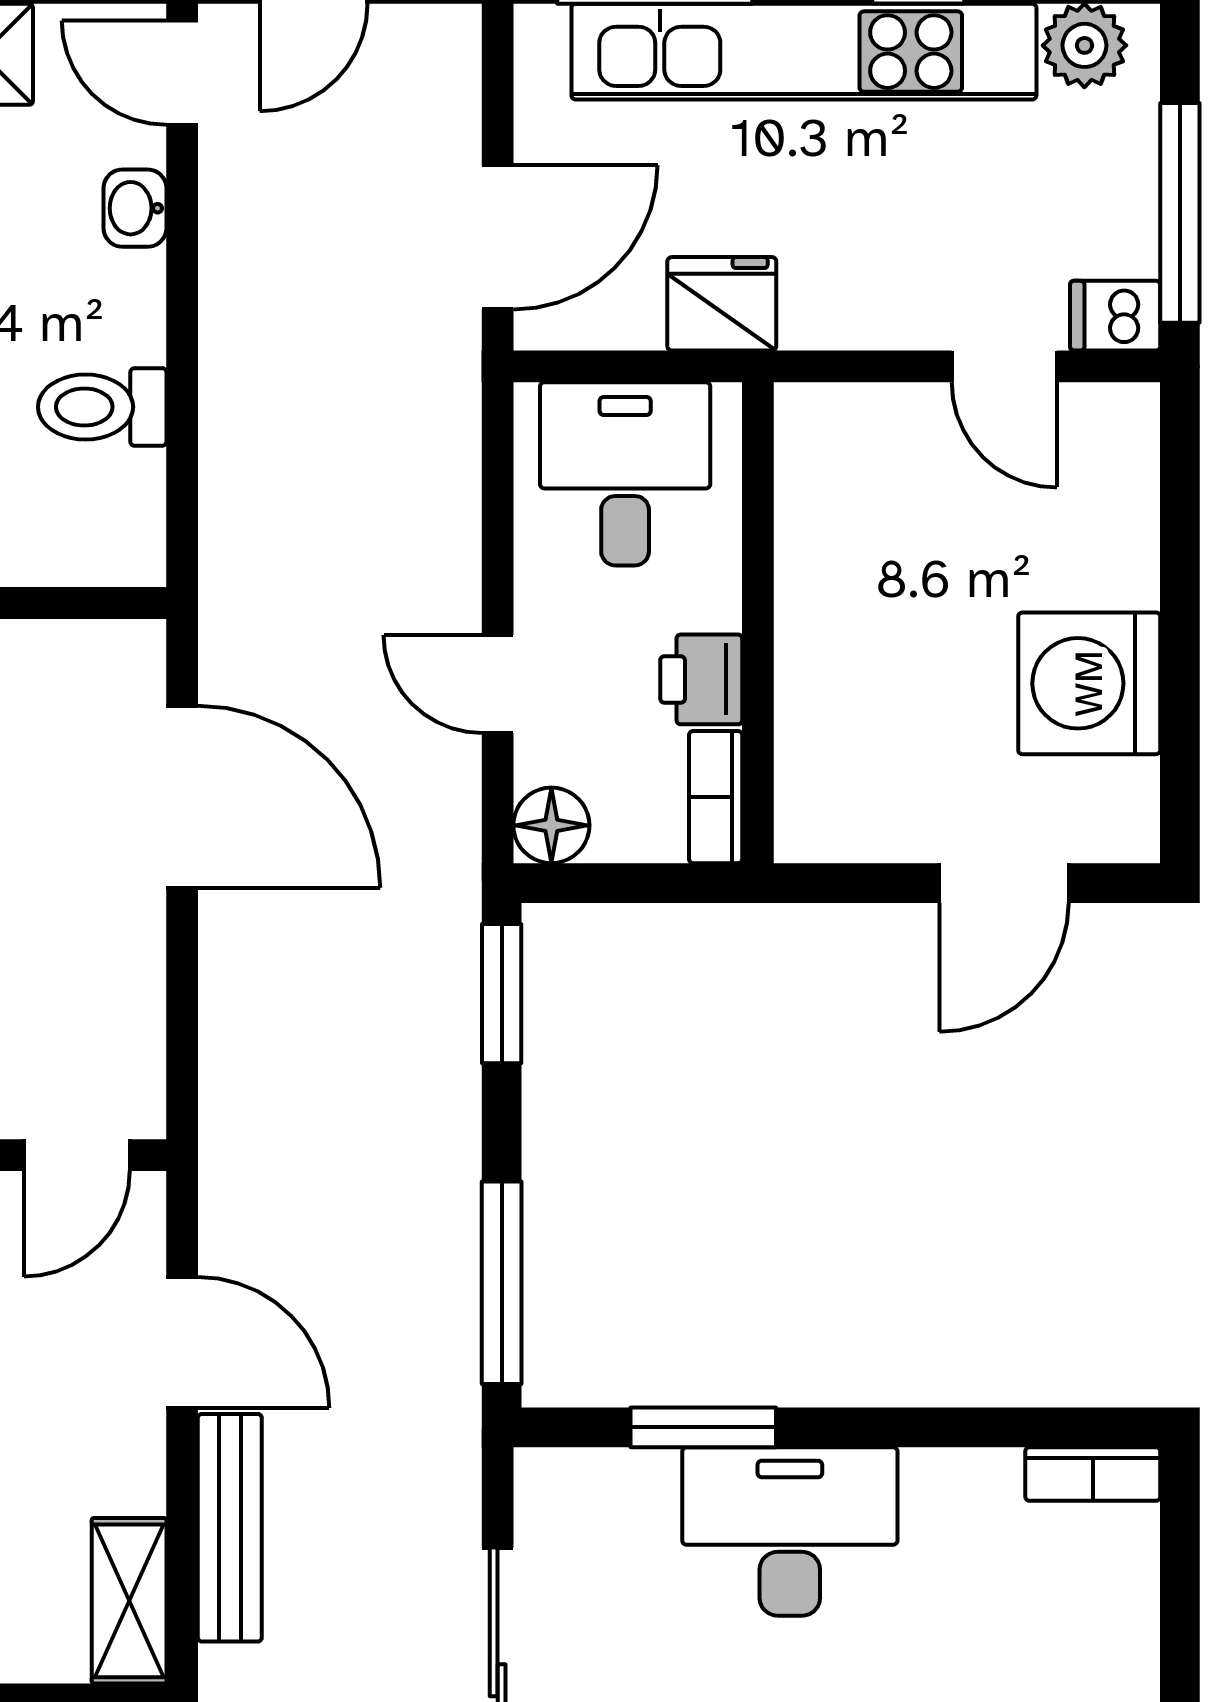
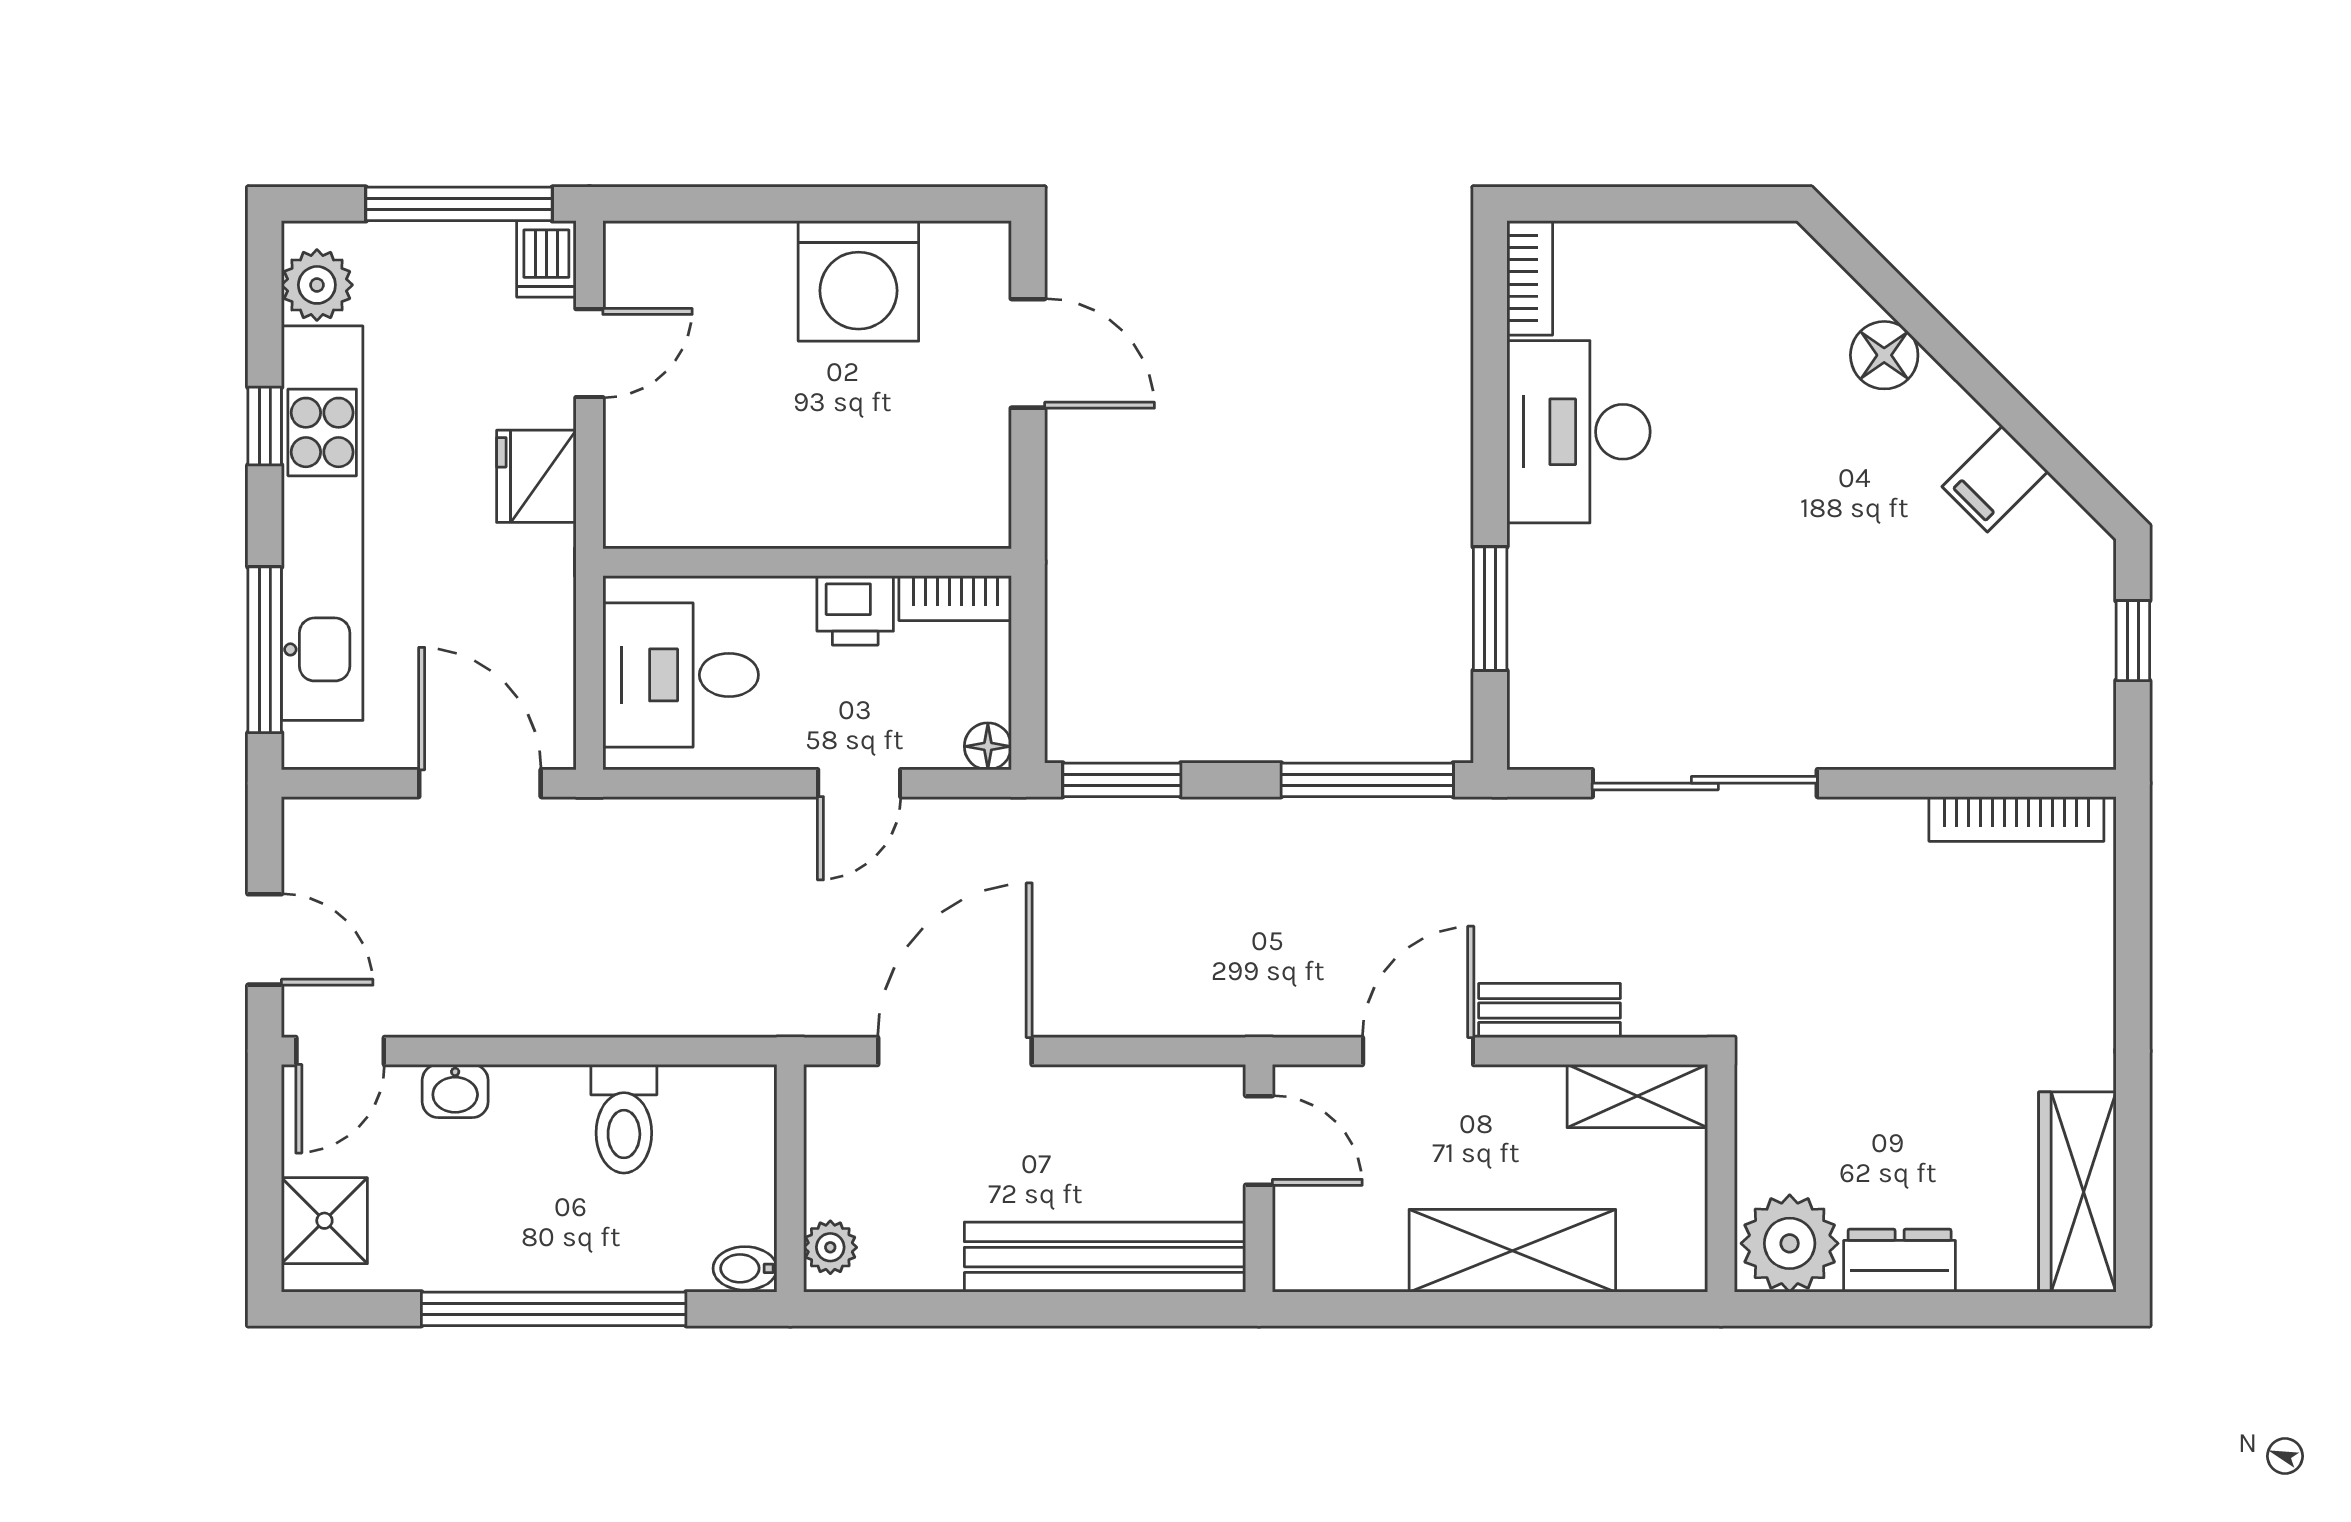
fridge: (722, 304) -> (536, 476), moved
floor lamp: (551, 825) -> (988, 746), width x0.73, depth x0.73
bench: (230, 1528) -> (1549, 1011), width x0.73
desk: (790, 1531) -> (1578, 432), moved

